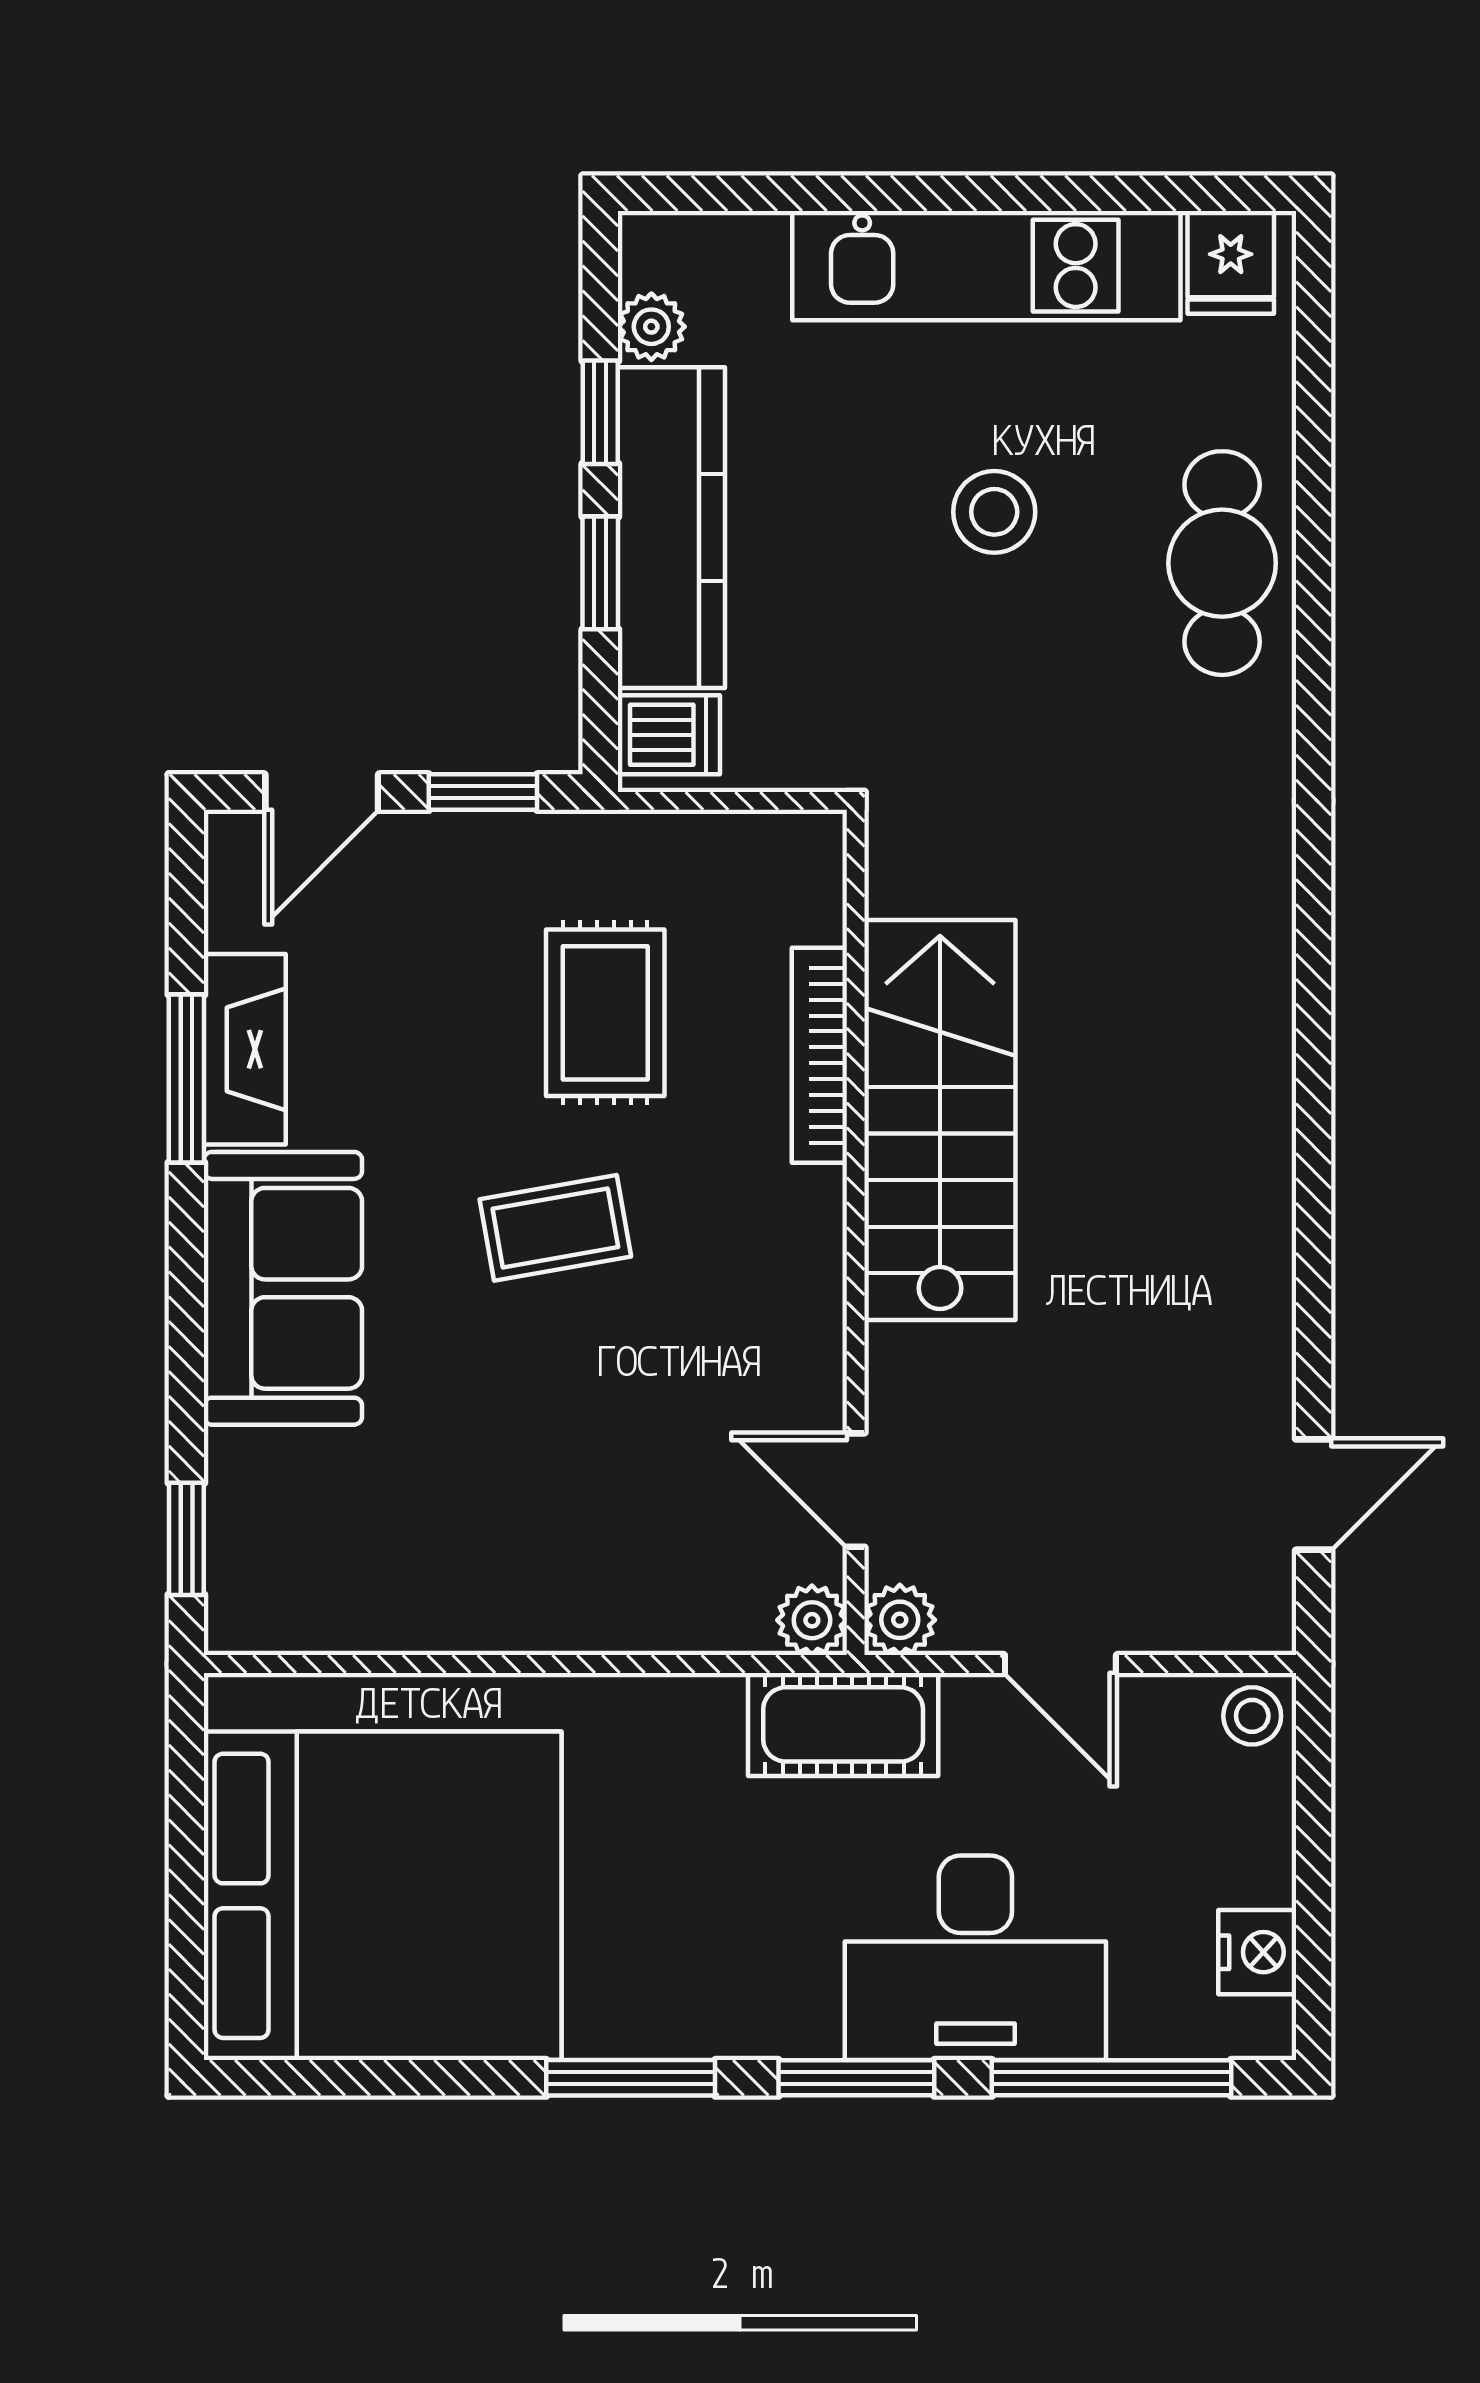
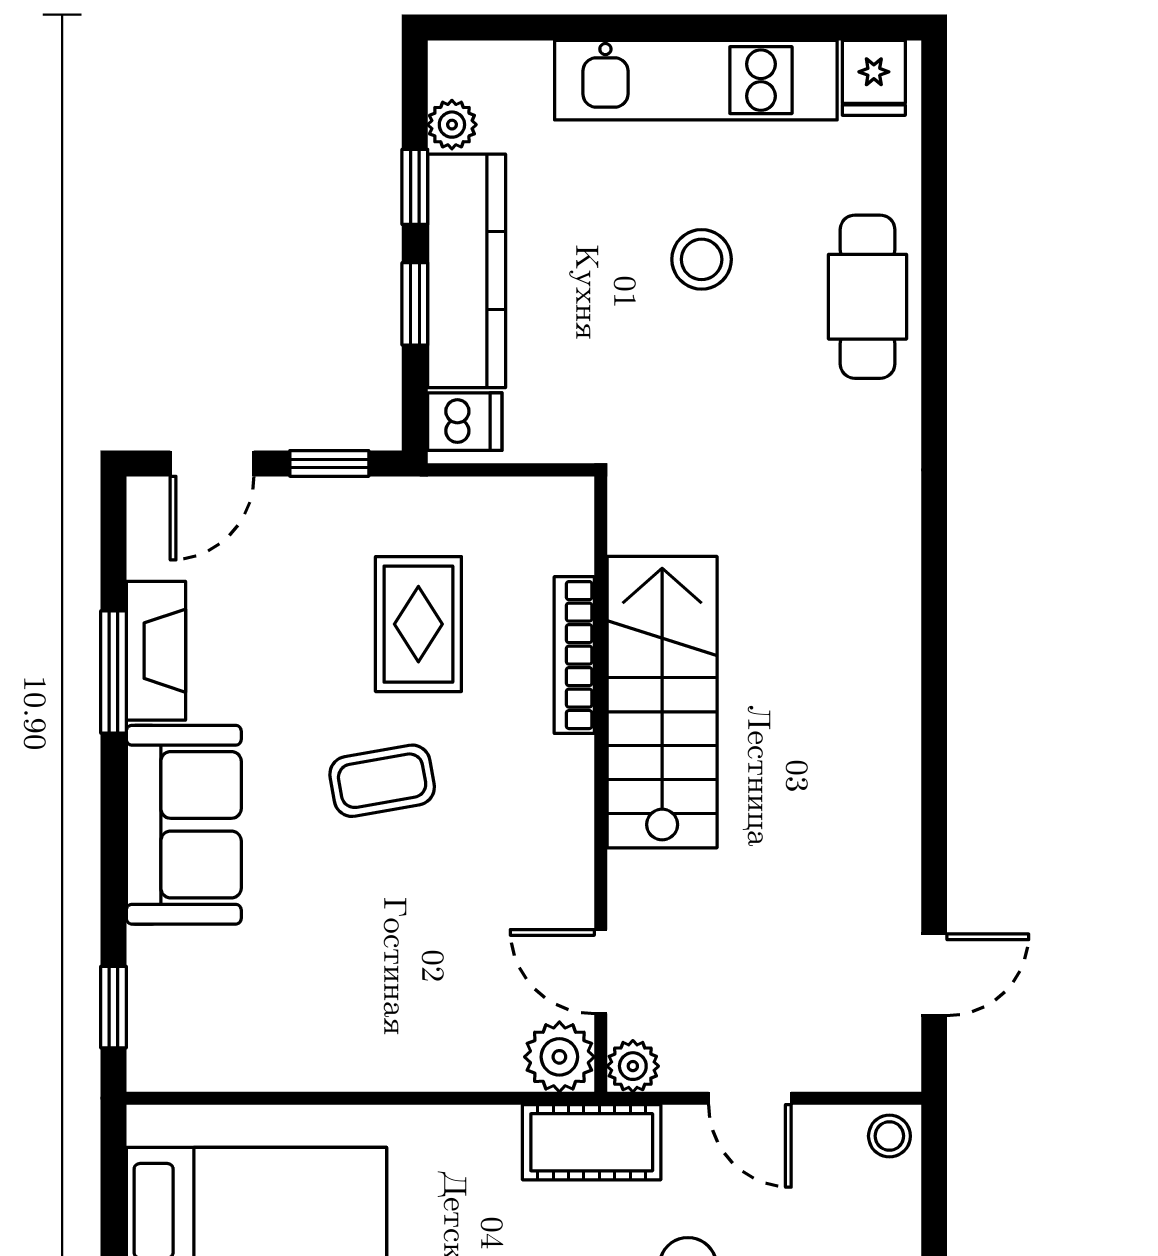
plant: (812, 1620) -> (559, 1057), width x1.38, depth x1.38

